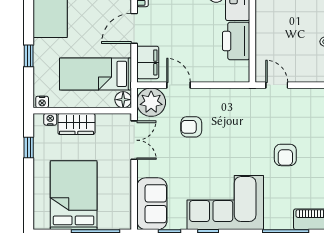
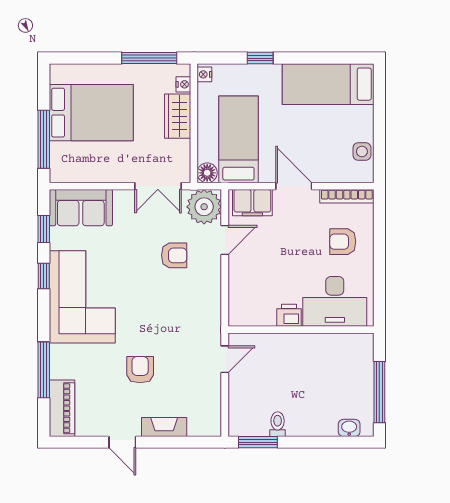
printer: (236, 41) -> (289, 315), width x0.53, depth x0.68
armchair: (191, 127) -> (174, 255), turned 90
window: (29, 147) -> (149, 58), width x2.17
armchair: (285, 155) -> (140, 370), turned 90

